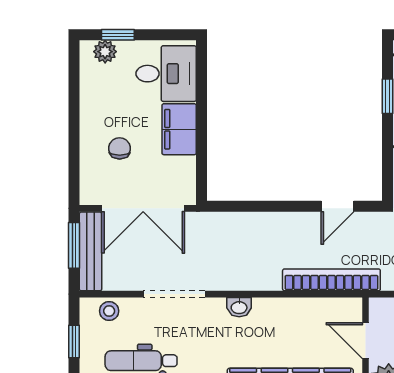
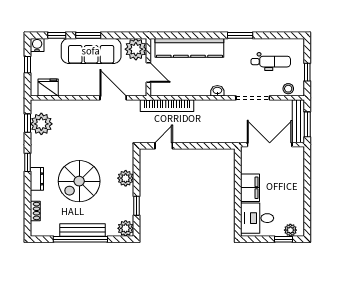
chair: (120, 148) -> (283, 177), removed

